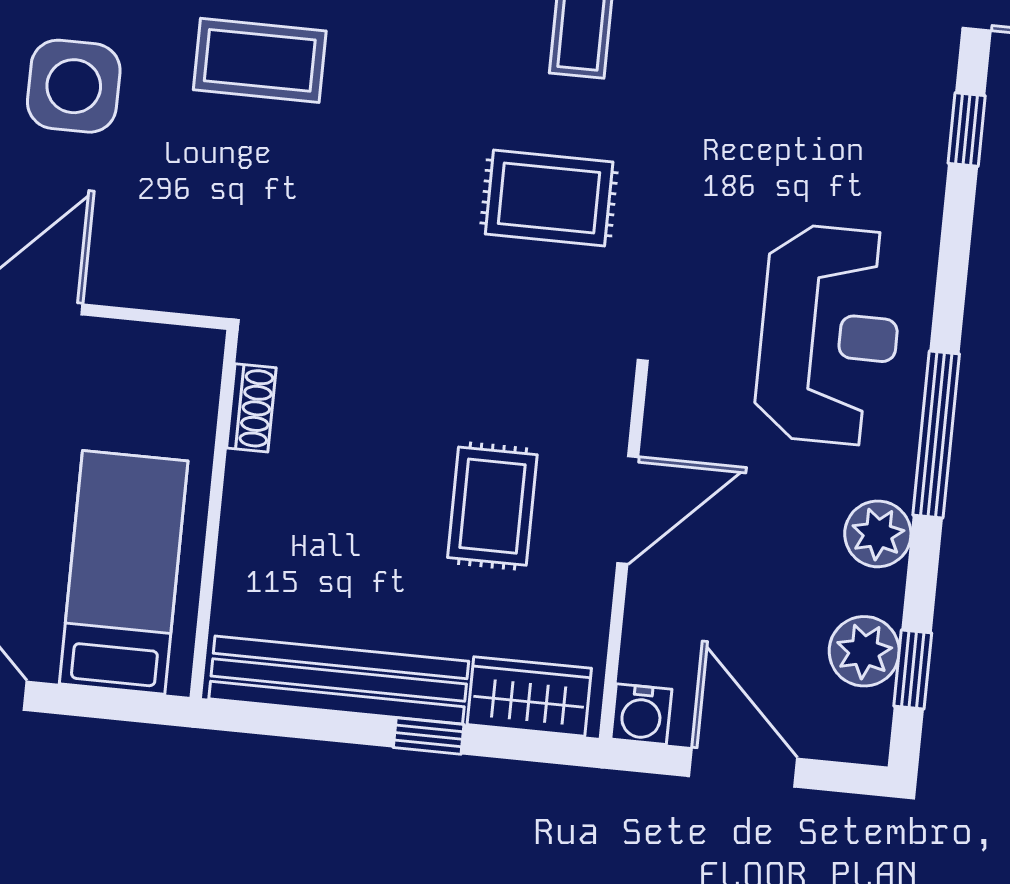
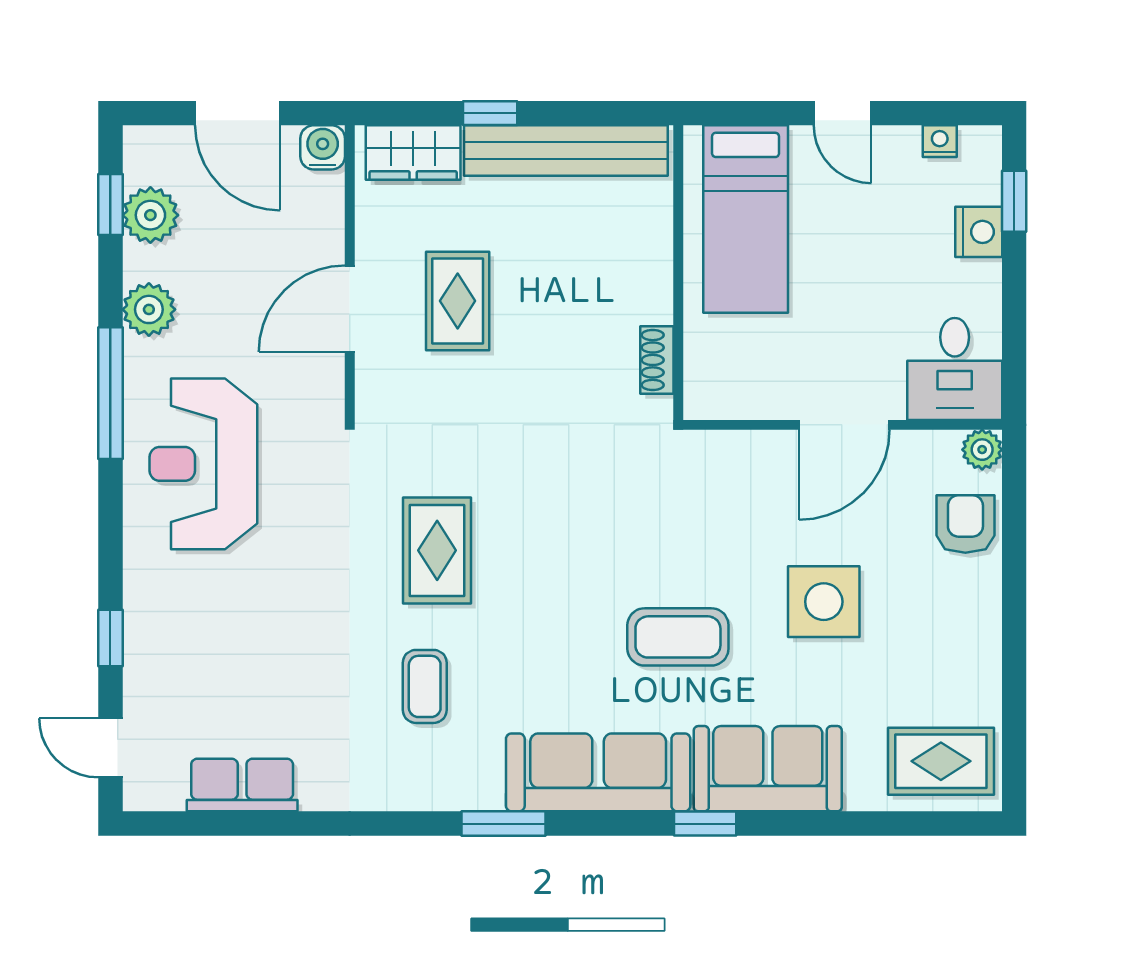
rug: (549, 198) -> (437, 550), turned 90

